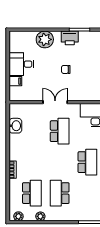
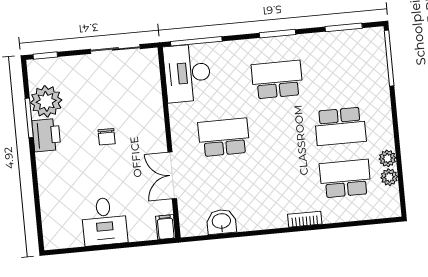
plant: (45, 39) -> (46, 101), moved
filing cabinet: (15, 81) -> (166, 227), moved
double door: (55, 102) -> (172, 175), moved
plant: (18, 216) -> (389, 177), moved

